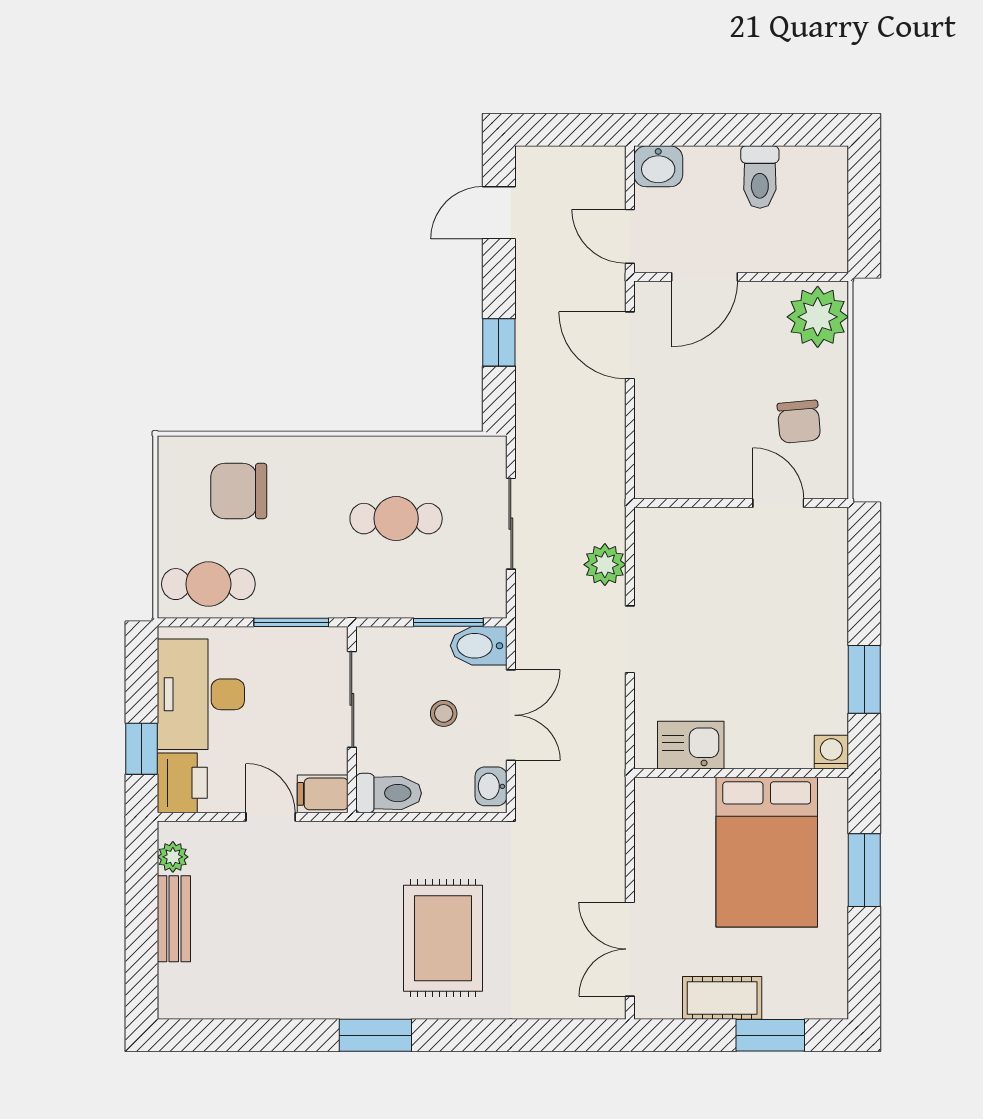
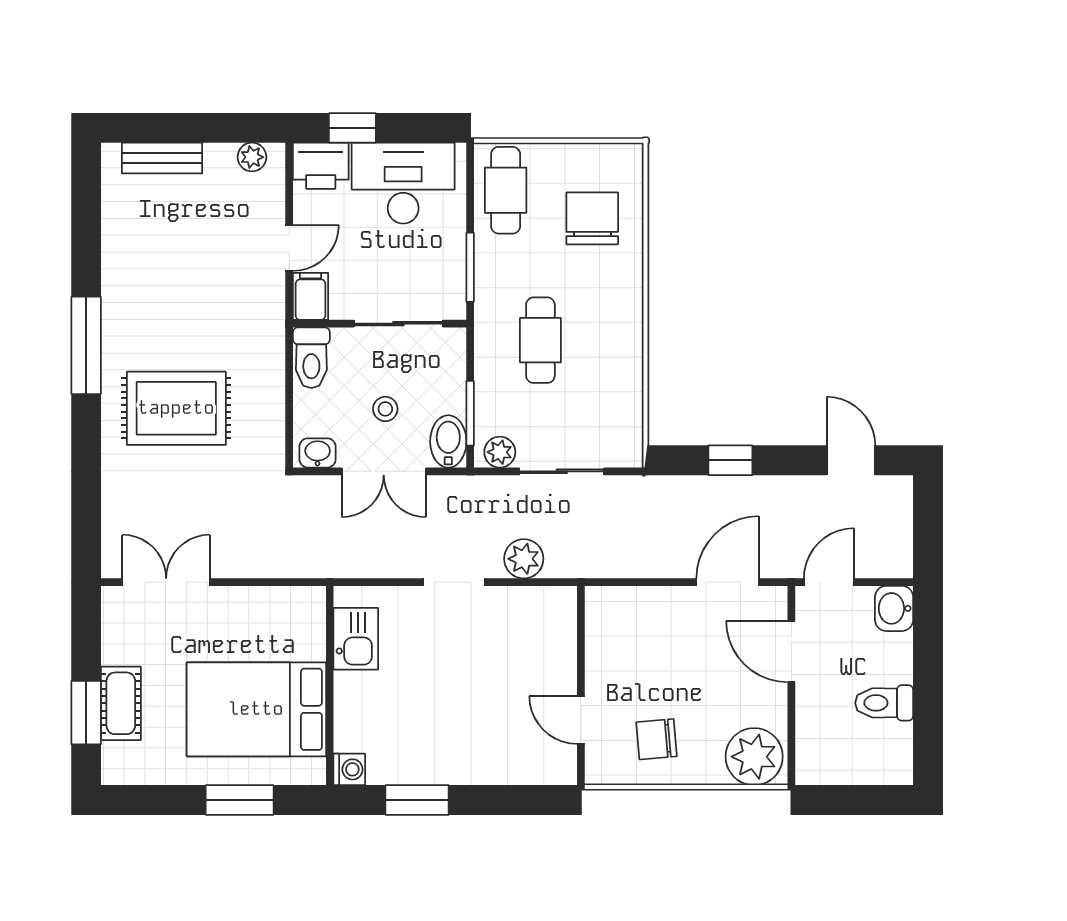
door: (778, 503) -> (581, 720), swing flipped
cafe table: (396, 519) -> (540, 340), moved
plant: (490, 590) -> (500, 452), added
bench: (174, 919) -> (162, 158), moved
cot: (722, 998) -> (121, 703), moved
window: (375, 1035) -> (86, 345), width x1.44

